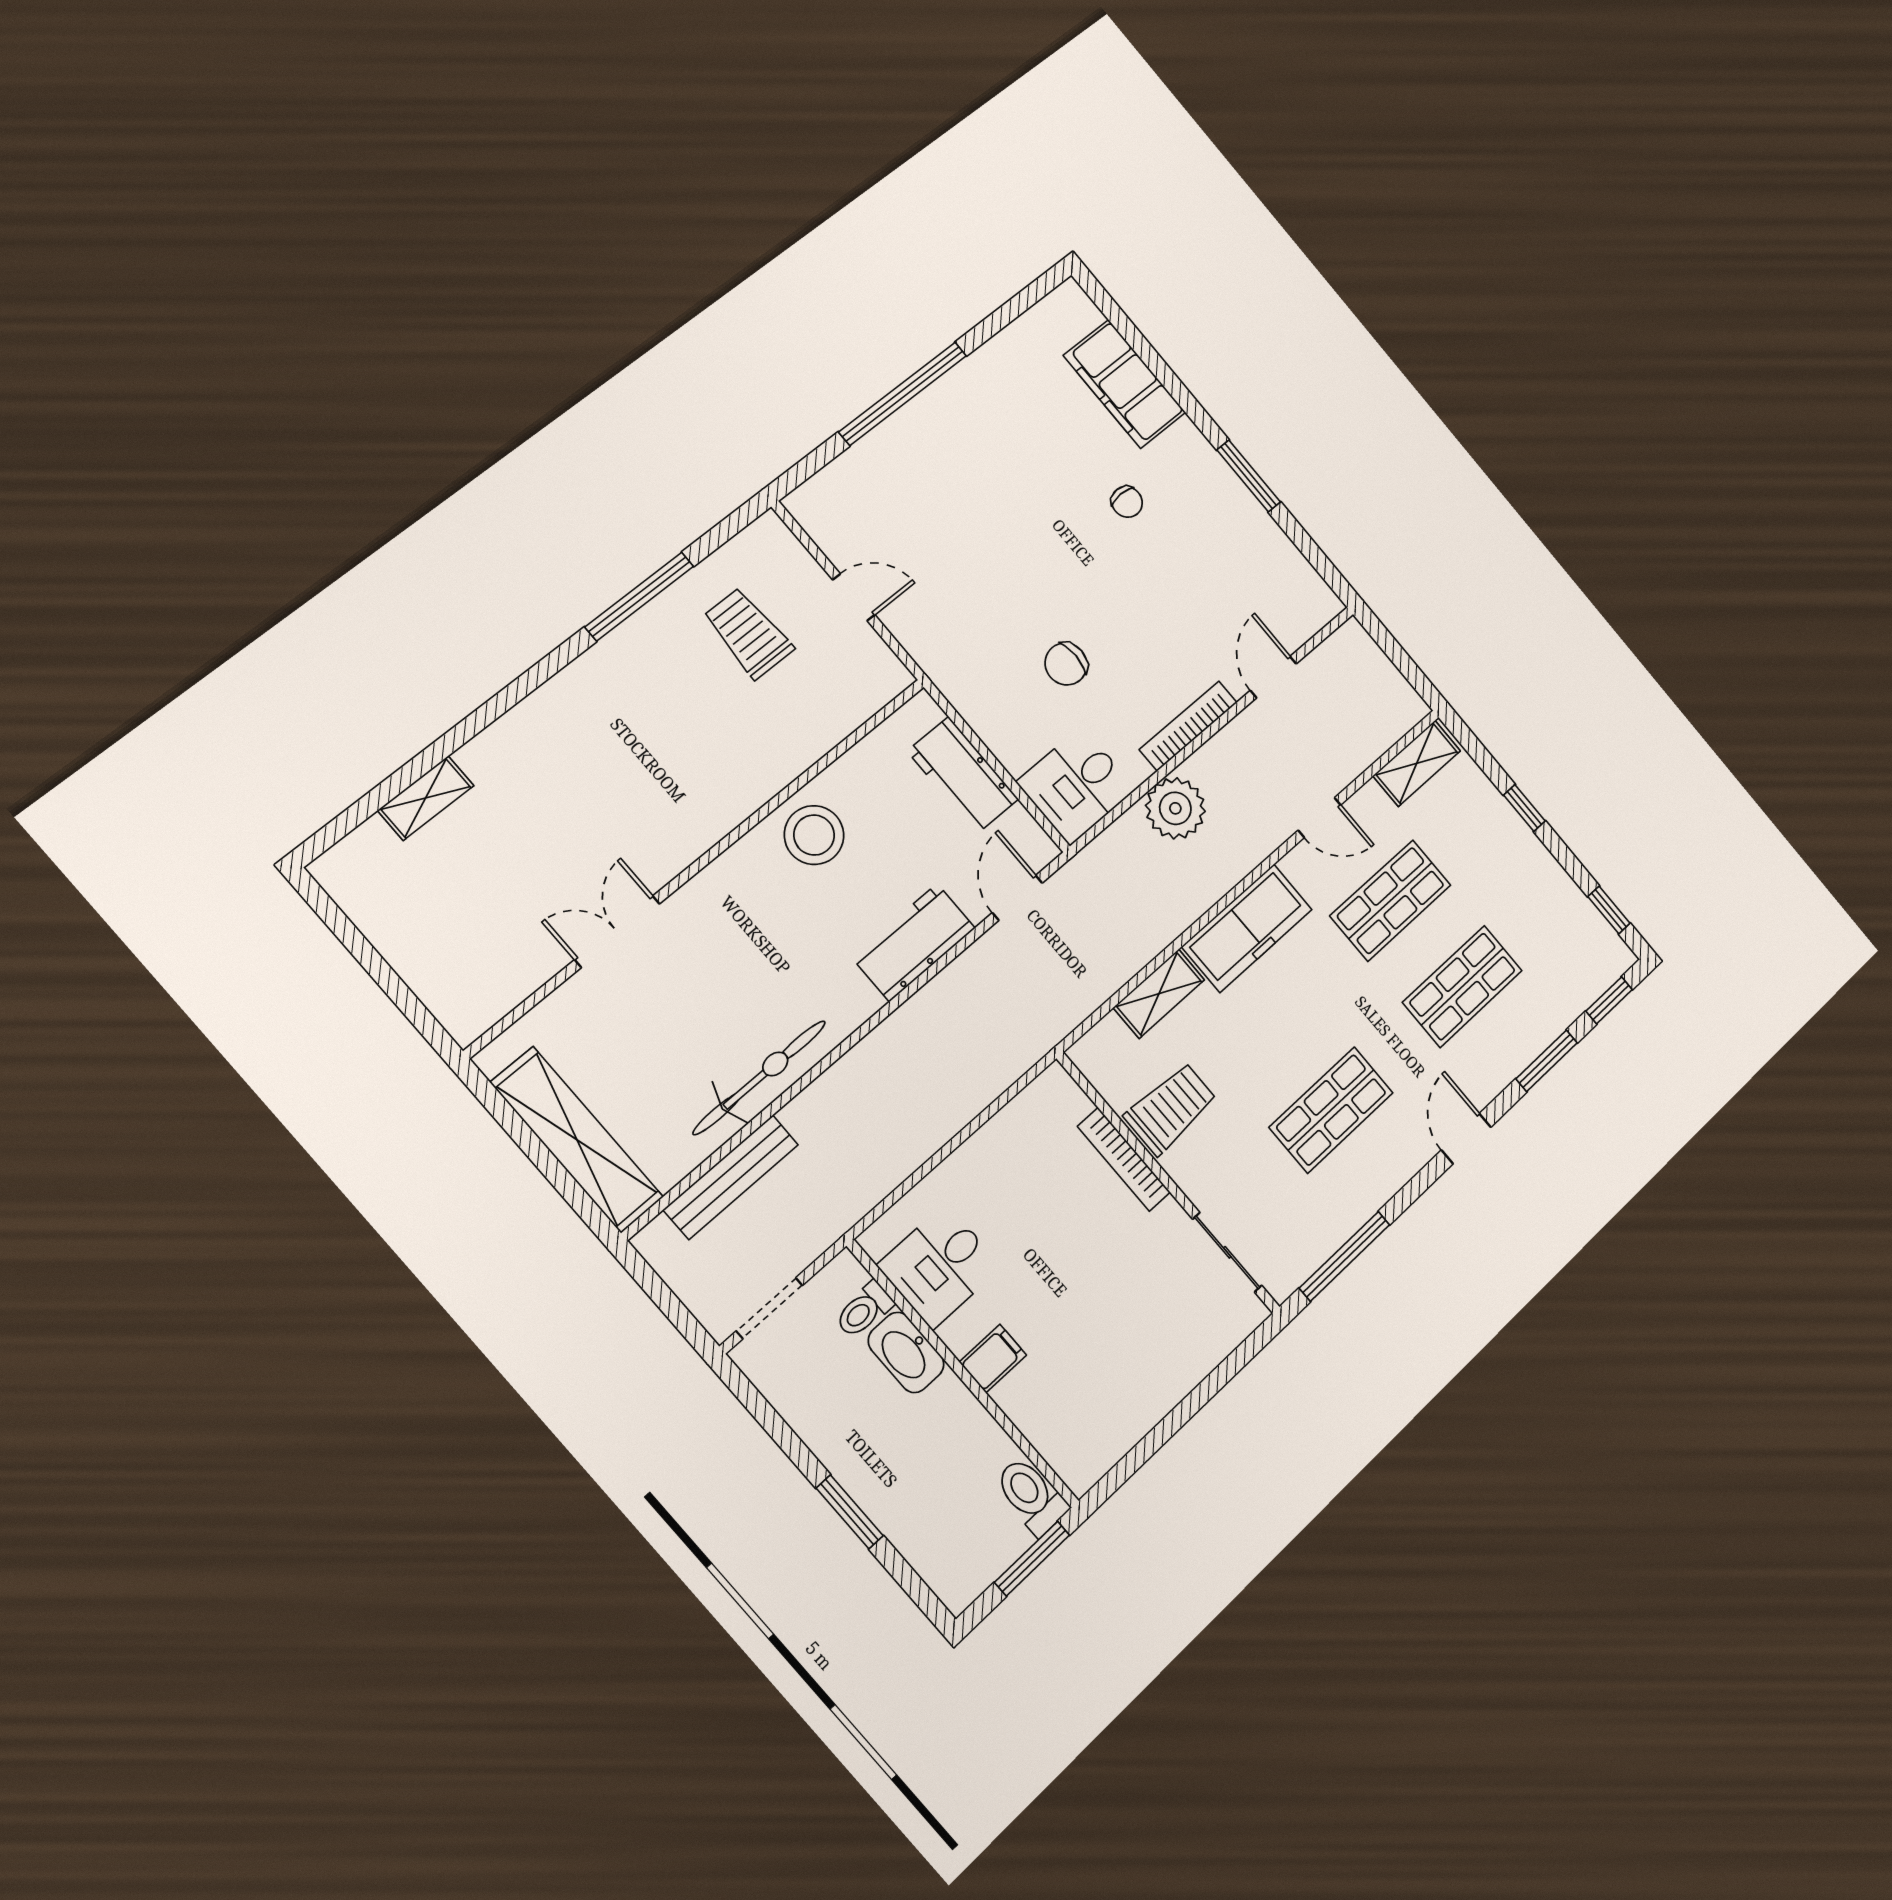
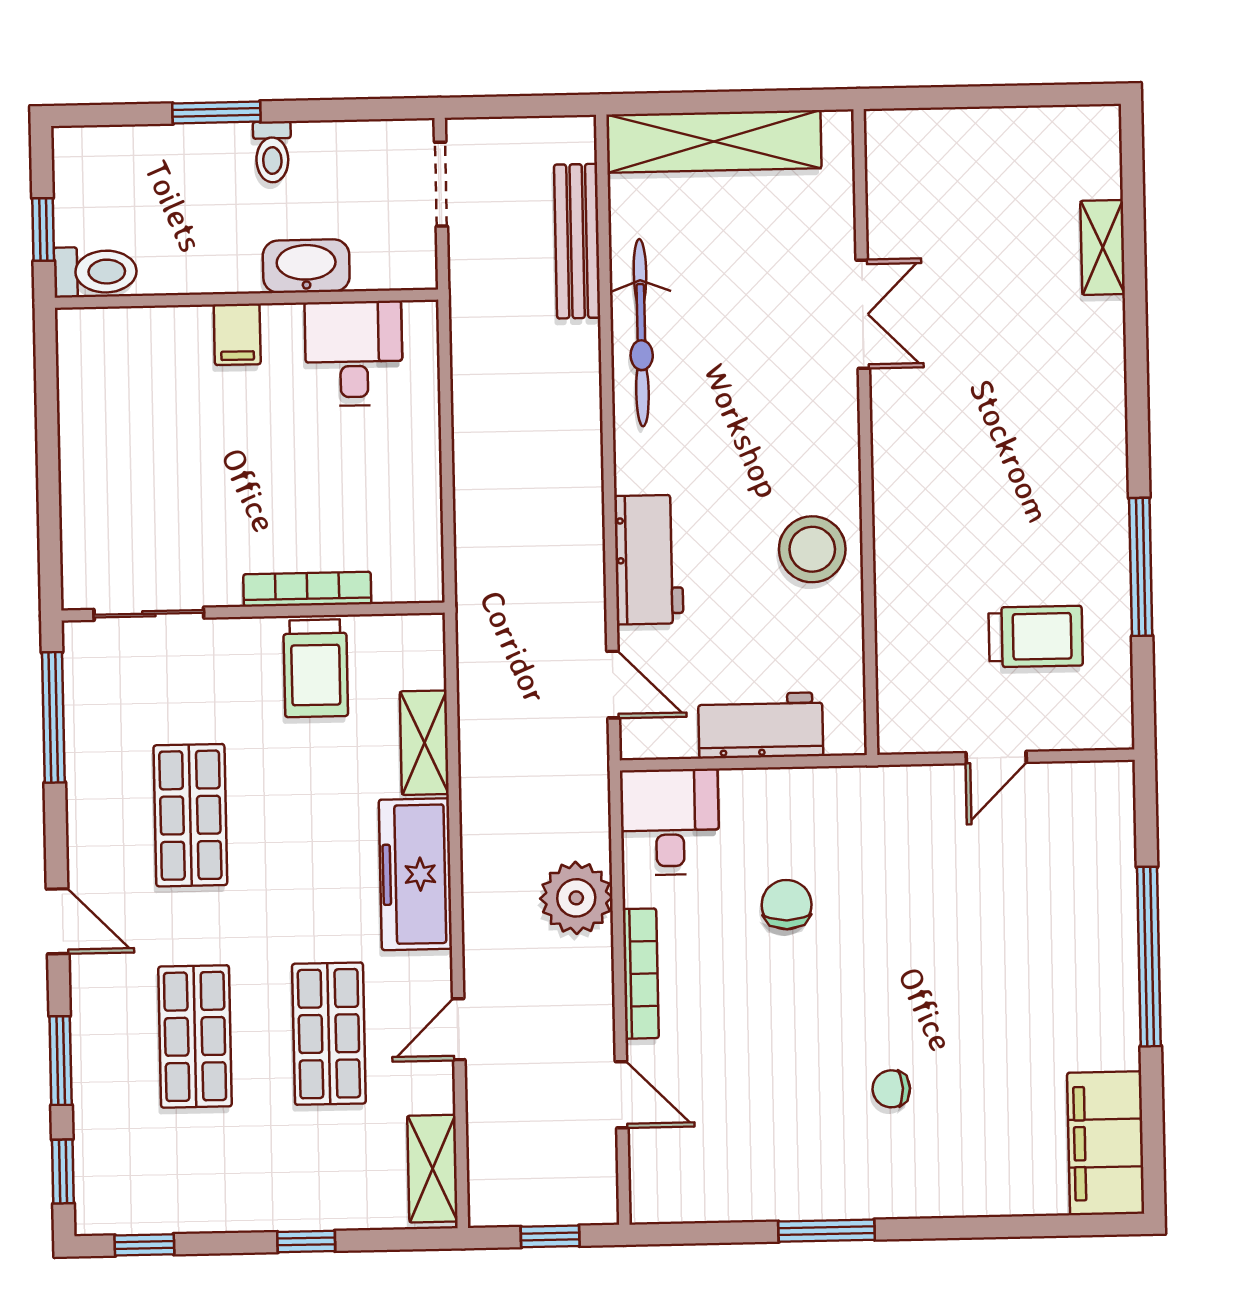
filing cabinet: (1125, 384) -> (1106, 1143), moved, turned -90
window: (1396, 653) -> (550, 1236), added
toilet: (864, 1310) -> (272, 152), moved, turned 180
window: (1032, 1559) -> (43, 229), width x0.67

